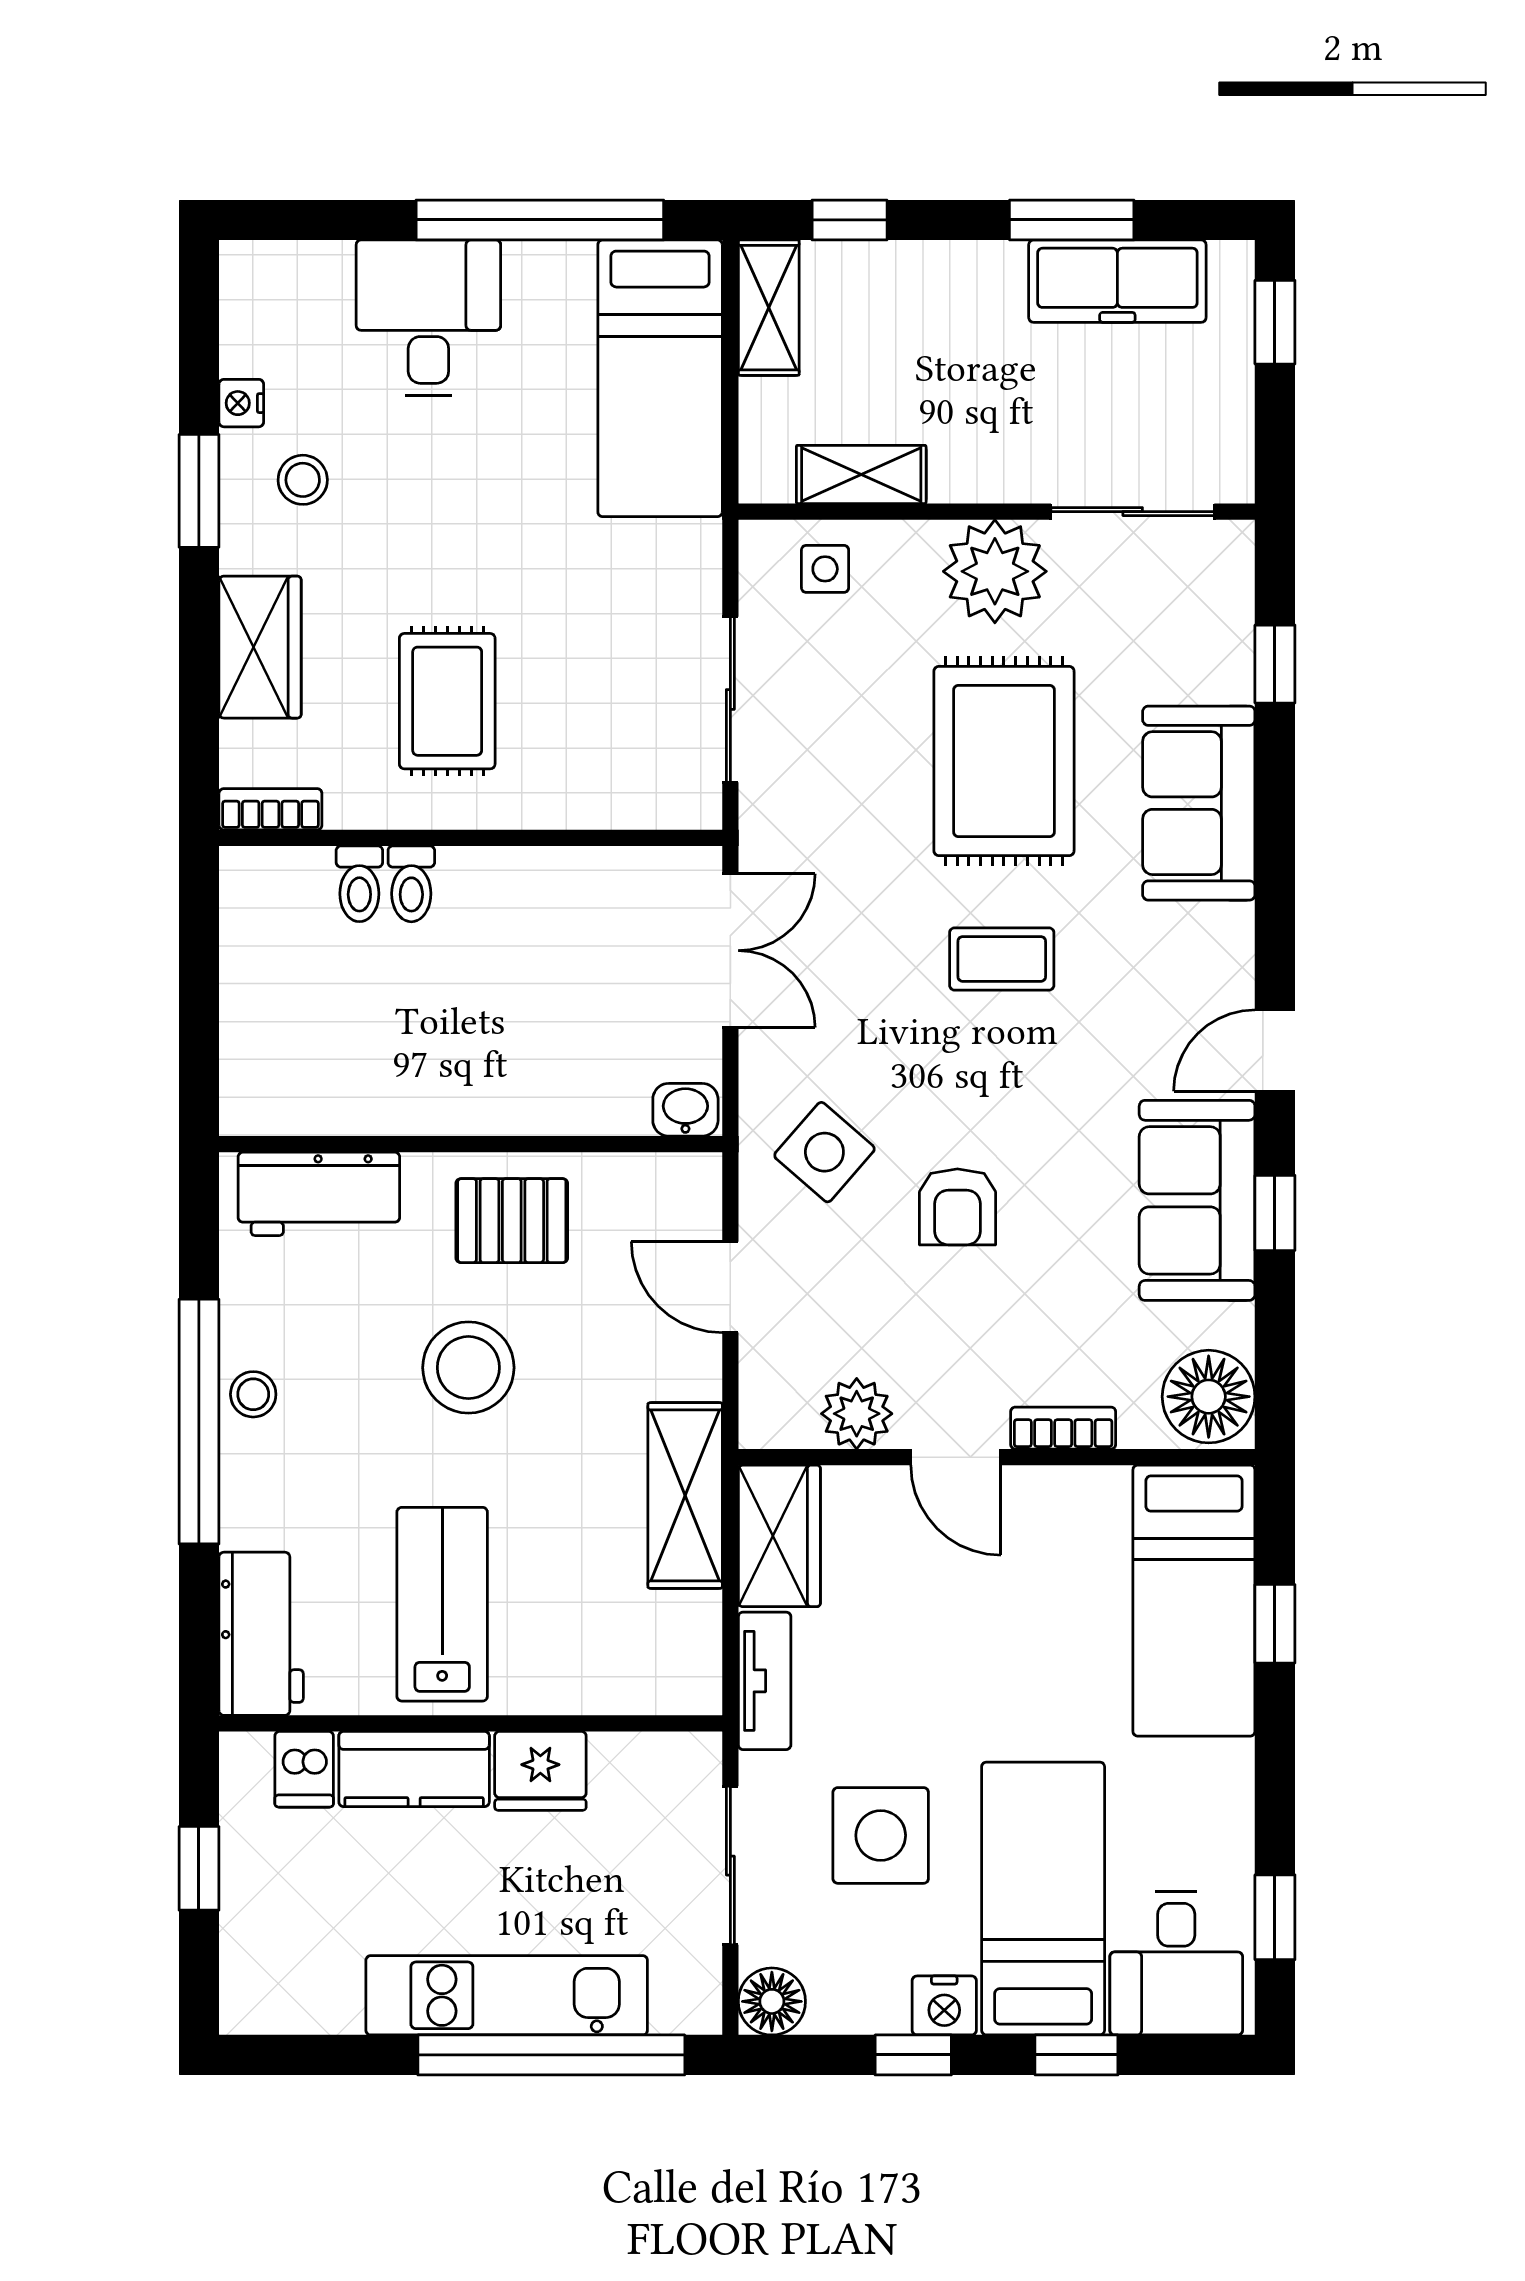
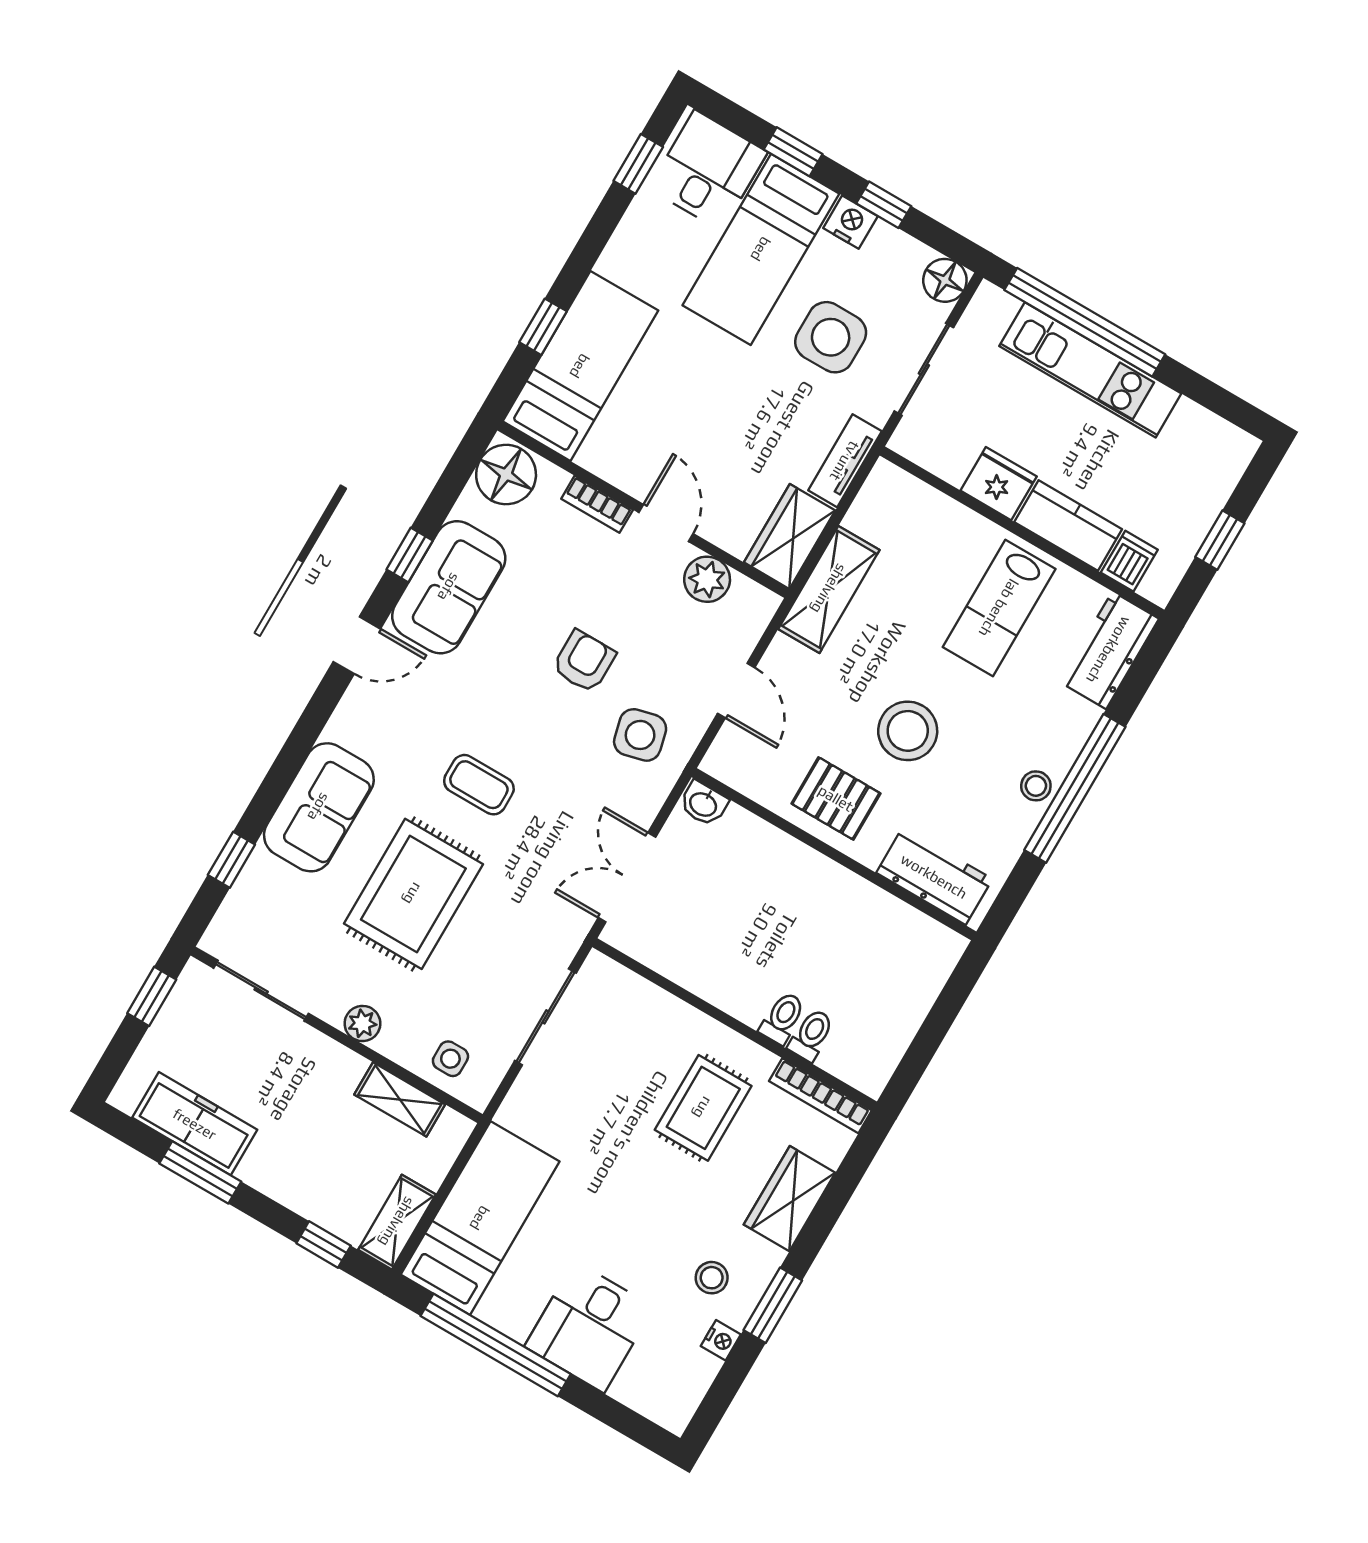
window: (1275, 322) -> (152, 996), moved
plant: (995, 571) -> (362, 1023), width x0.53, depth x0.53
bookcase: (270, 809) -> (820, 1096), width x1.56
side table: (824, 1152) -> (640, 735), turned 35

